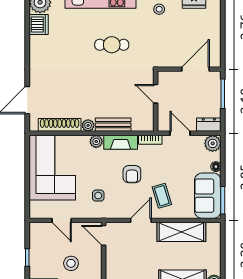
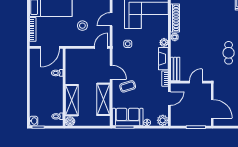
bench: (113, 125) -> (175, 69), moved
dresser: (209, 125) -> (175, 118), removed
armchair: (132, 174) -> (142, 66), removed

